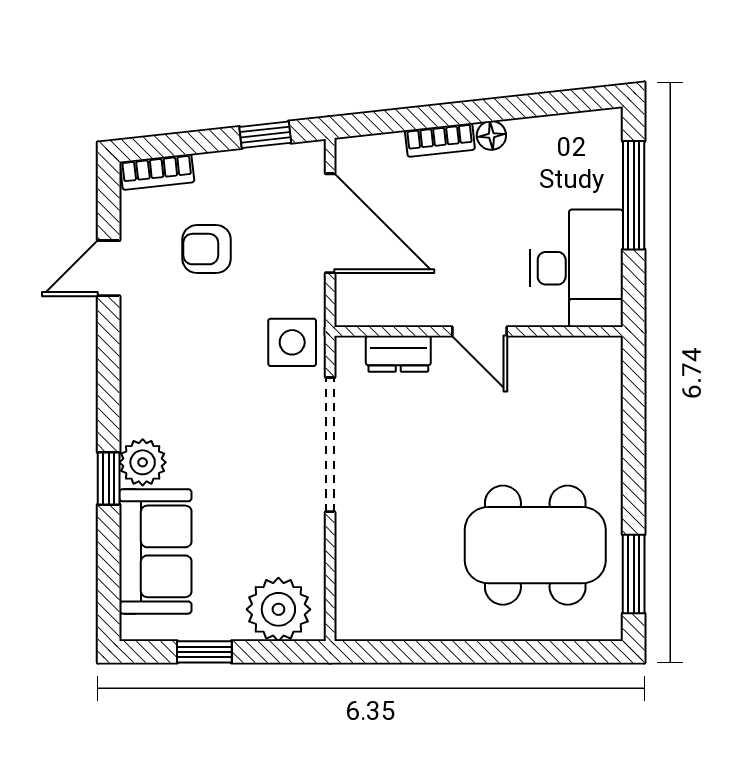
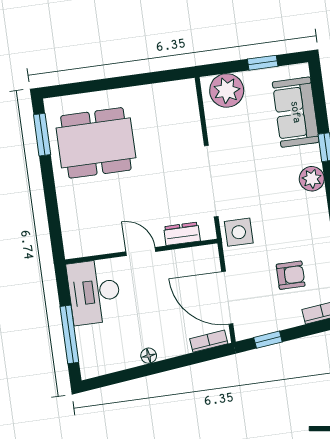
bookcase: (440, 140) -> (209, 341), moved
plant: (143, 462) -> (312, 179), moved

